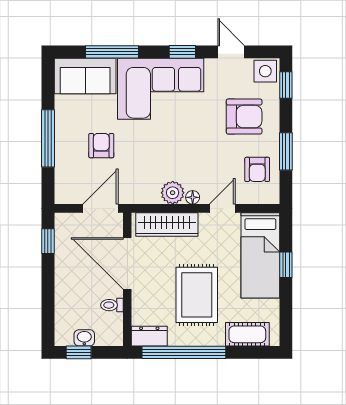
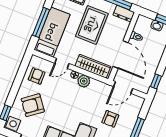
armchair: (244, 117) -> (33, 105), turned -37
window: (286, 151) -> (19, 79), removed
window: (286, 265) -> (41, 22), width x2.17

